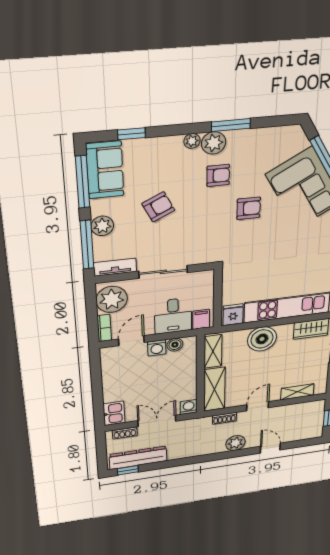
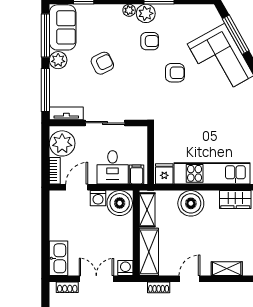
plant: (102, 226) -> (58, 60), moved
boiler: (175, 345) -> (120, 203), width x1.86, depth x1.86
kitchen sink: (114, 413) -> (59, 258), width x1.38

